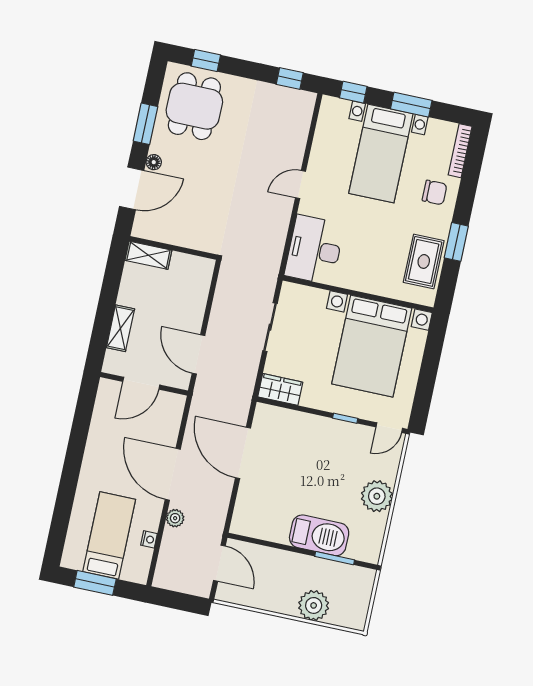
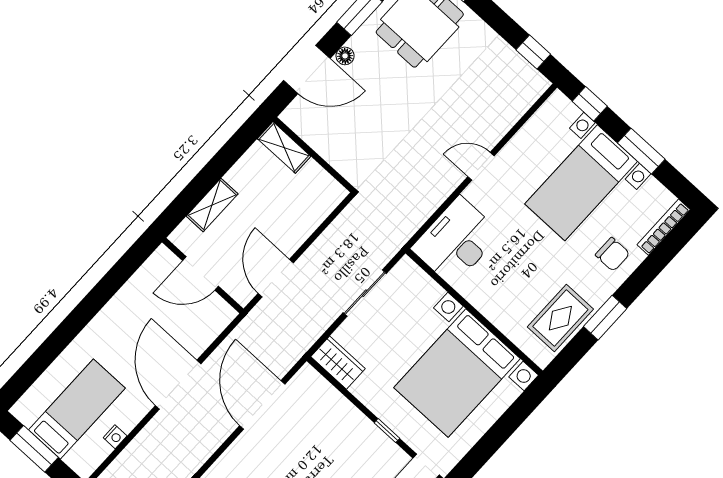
plant: (175, 518) -> (154, 431), removed

